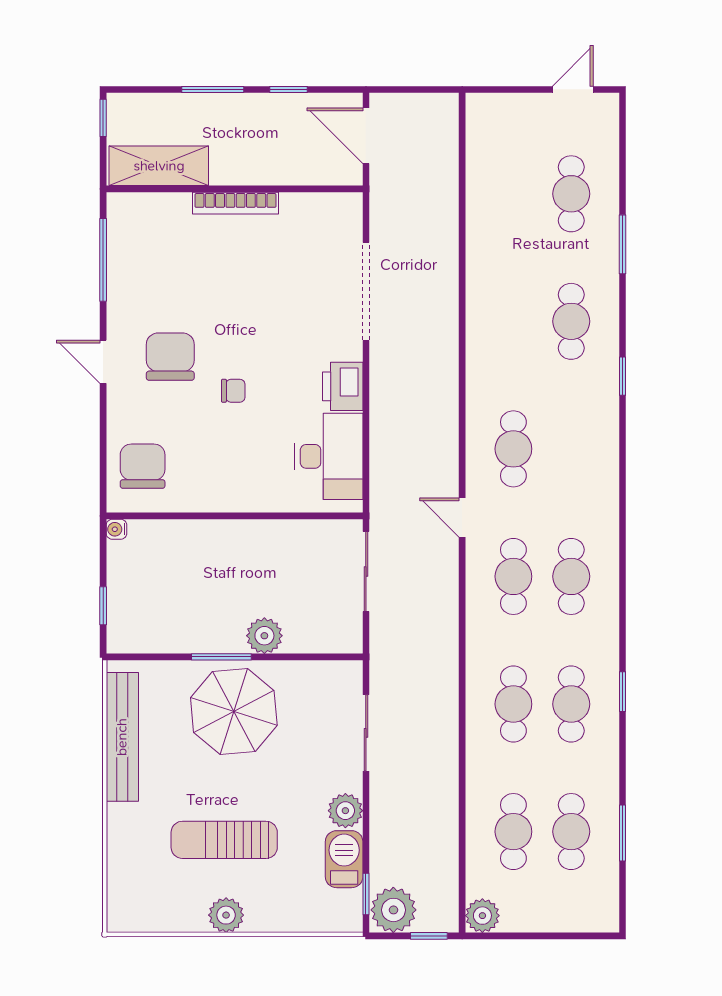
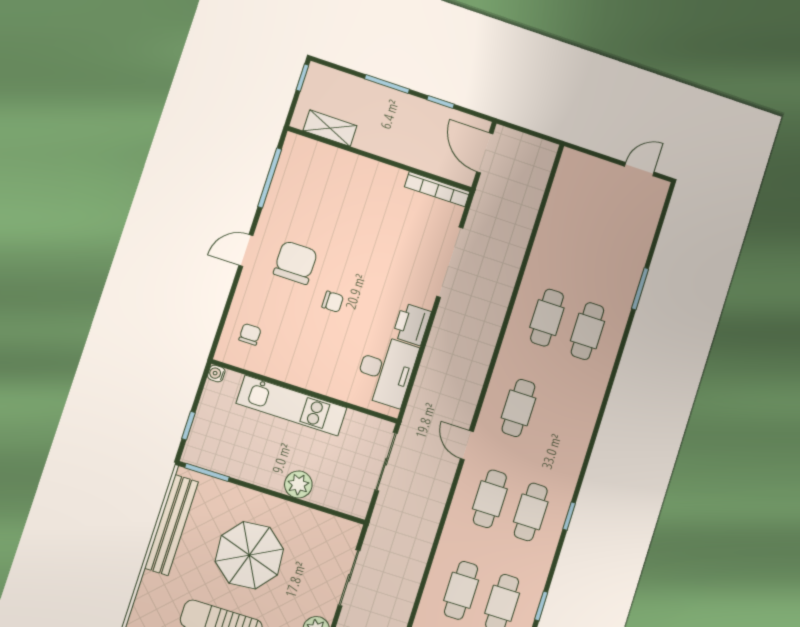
shelving: (159, 166) -> (330, 128), width x0.67, depth x0.75
cafe table: (571, 194) -> (547, 318), moved
bookcase: (235, 203) -> (437, 189), moved
door: (103, 362) -> (246, 250), hinge flipped
window: (622, 376) -> (569, 516), moved
chair: (143, 466) -> (250, 334), width x0.54, depth x0.54
kitchen unit: (224, 539) -> (292, 405), added
window: (221, 657) -> (207, 472), moved
parasol: (234, 712) -> (249, 555), moved

